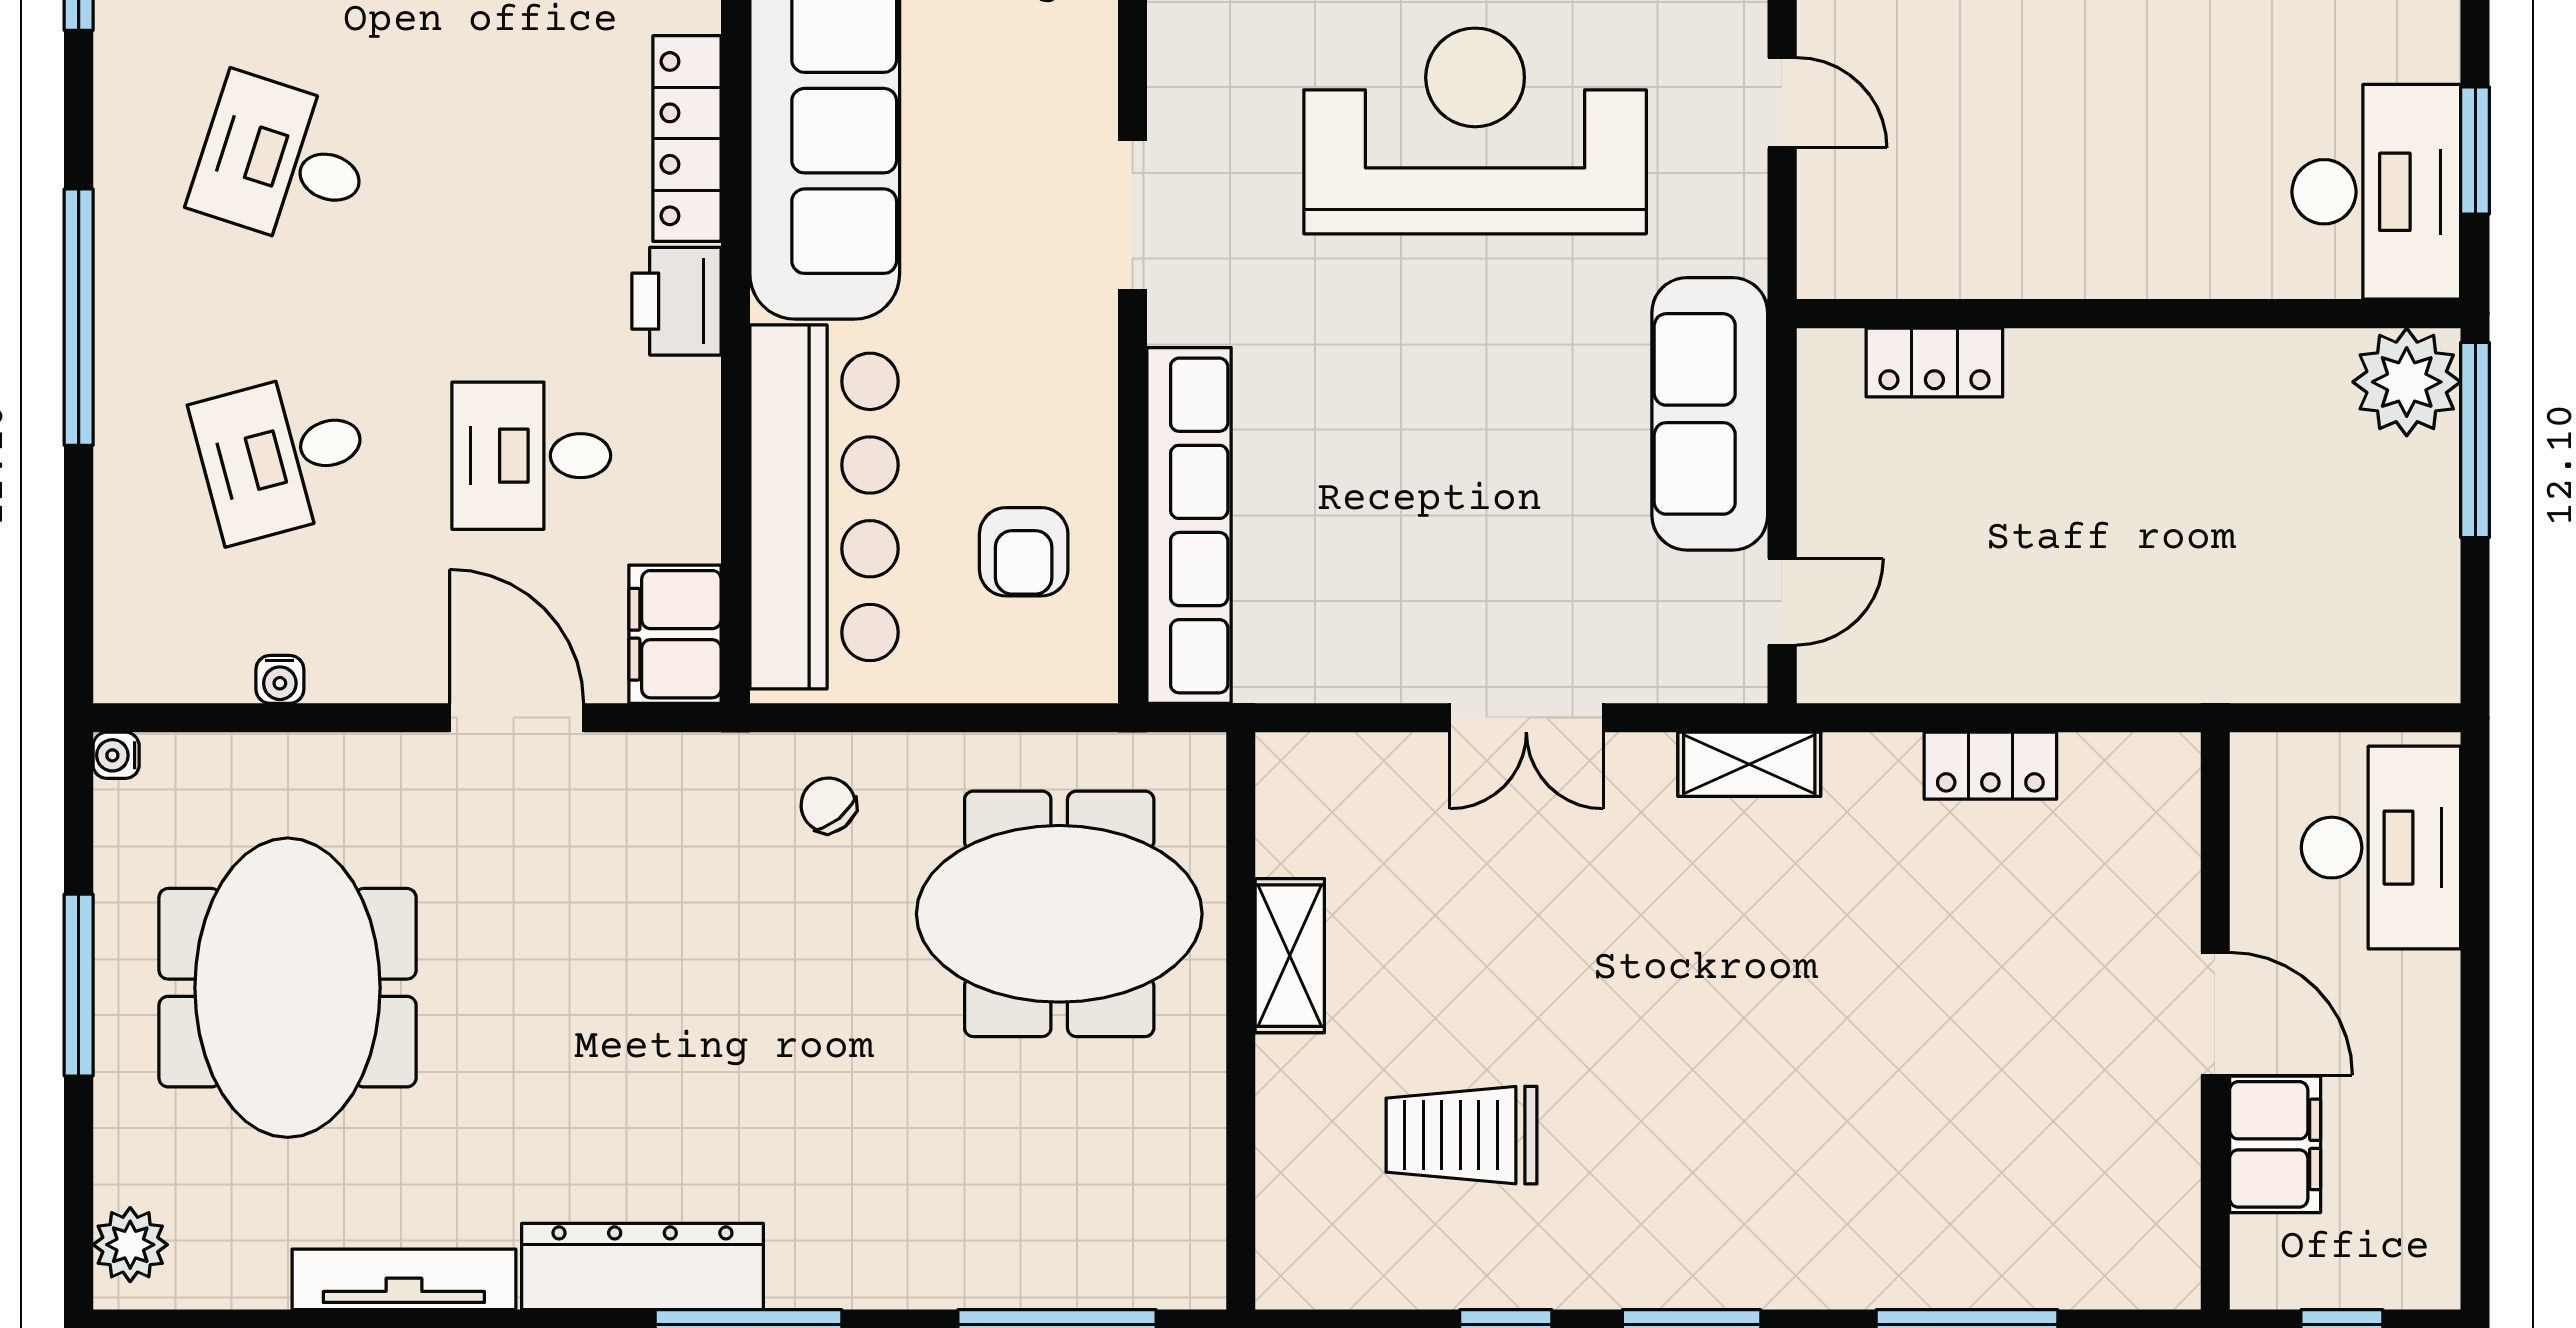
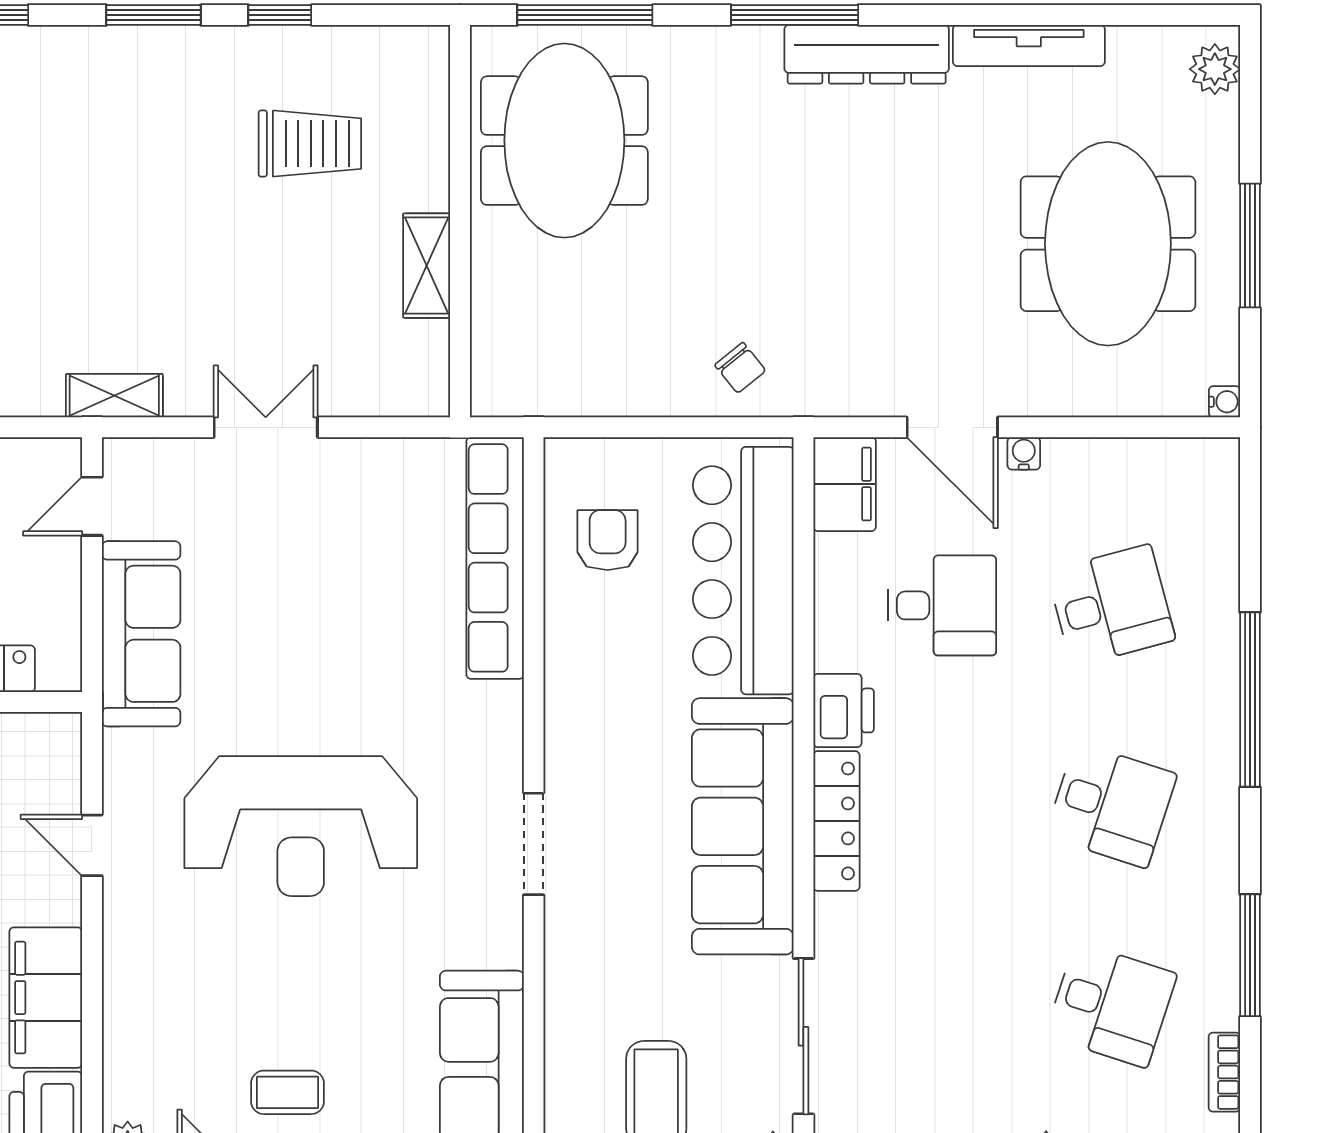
doorway: (1132, 215) -> (534, 844), moved
water cooler: (280, 679) -> (1024, 453), moved
meeting table: (1059, 914) -> (564, 141), moved, turned 90

